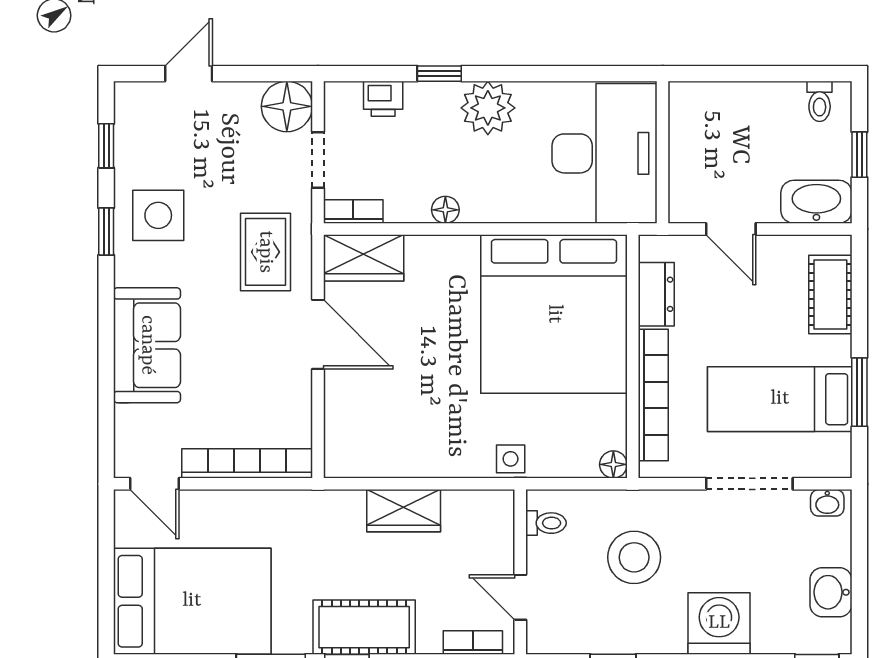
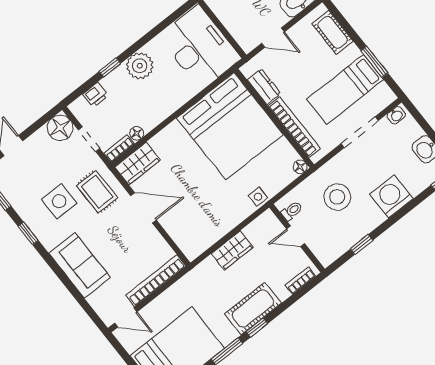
floor lamp: (445, 210) -> (137, 133), moved
side table: (158, 215) -> (59, 201), moved
door: (520, 597) -> (296, 236), moved

